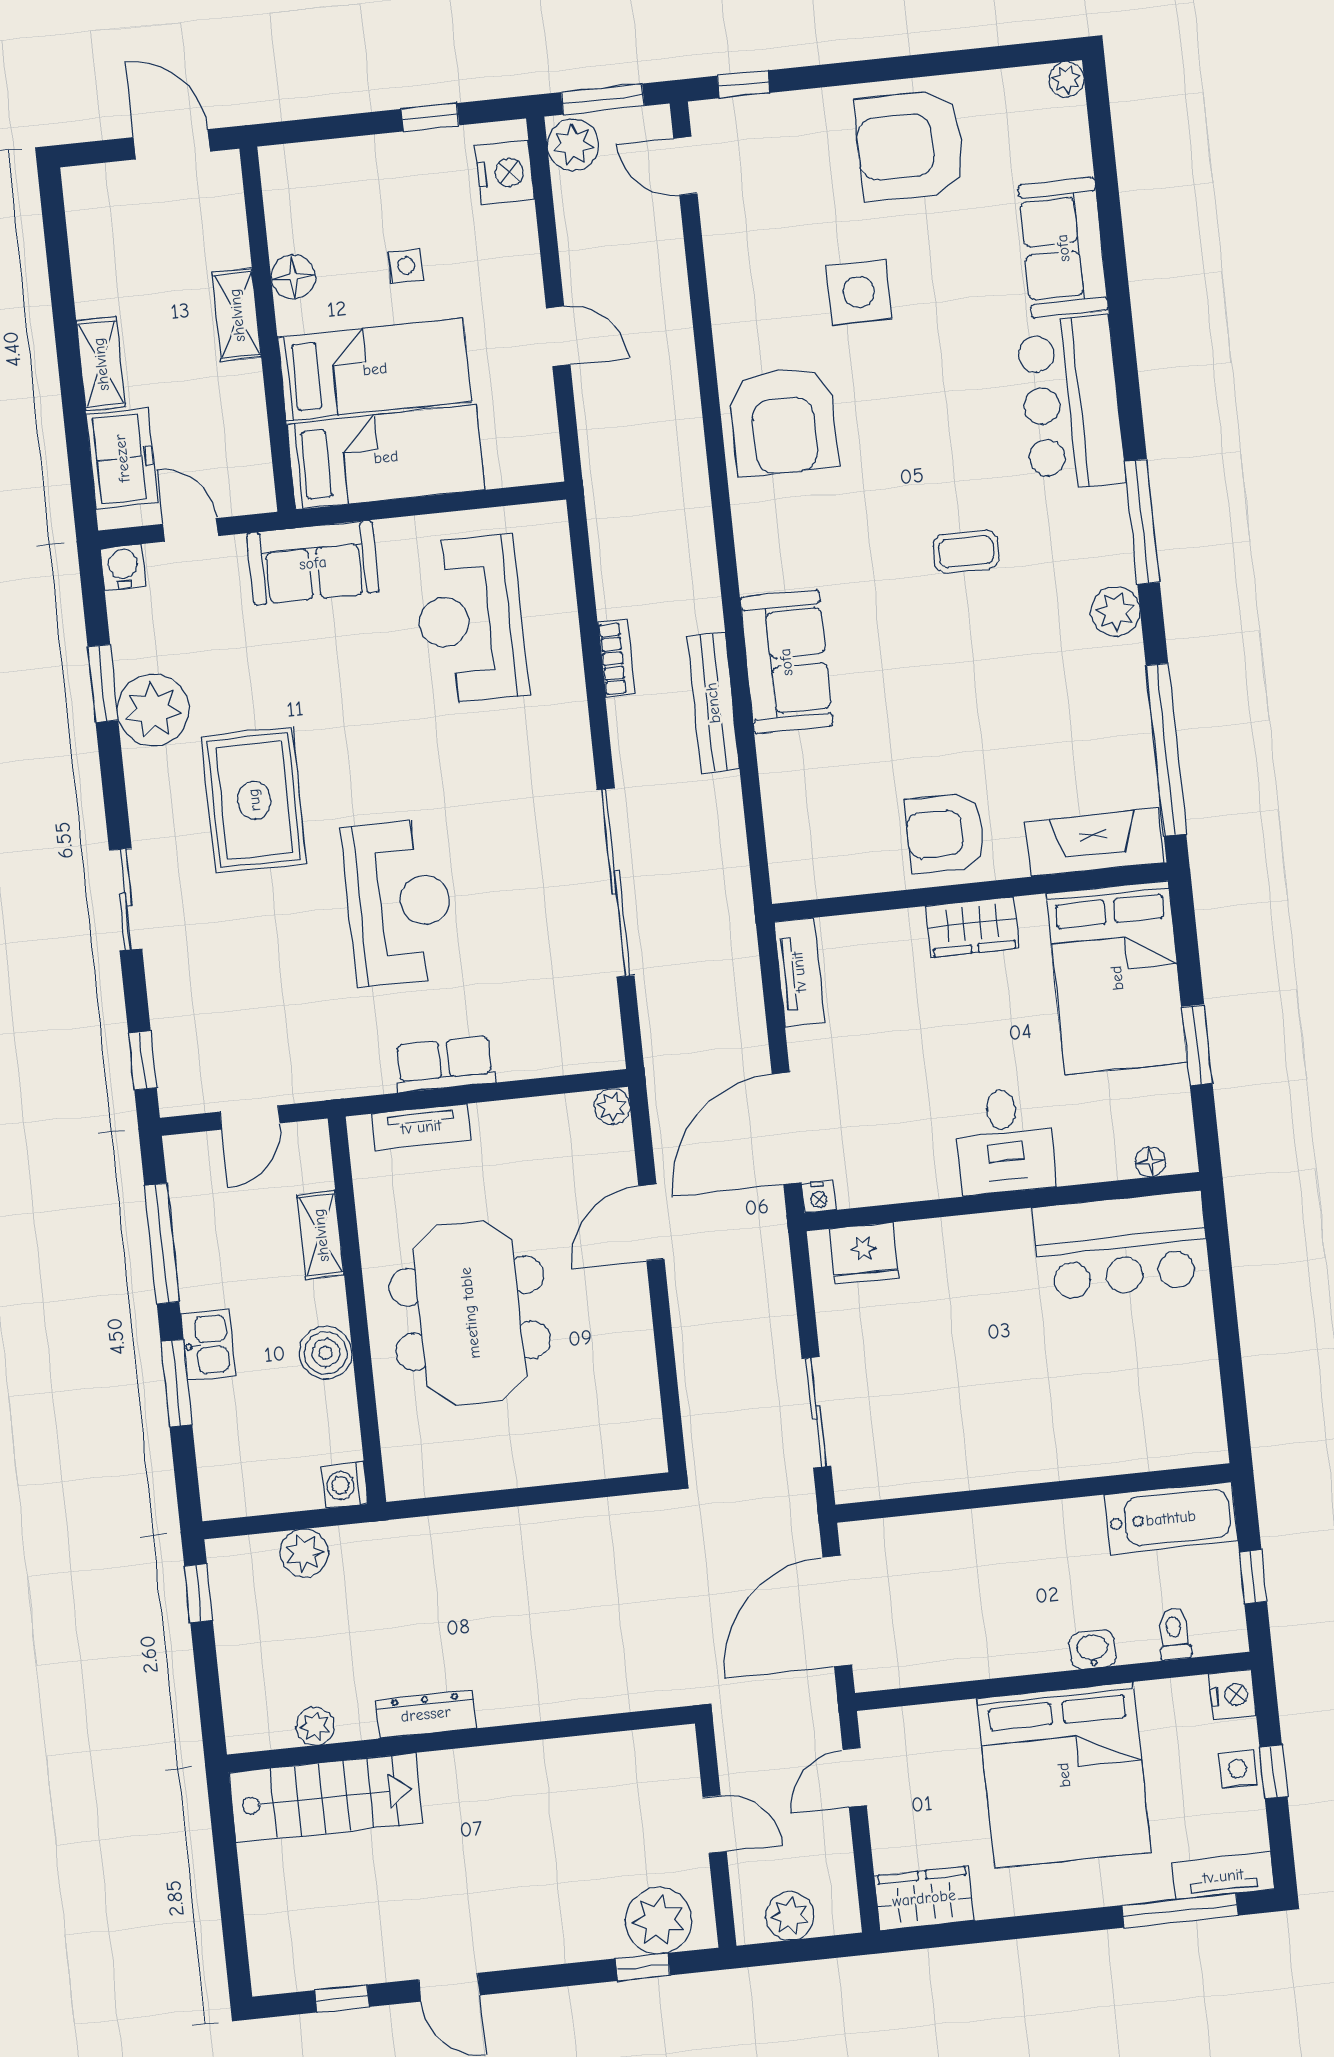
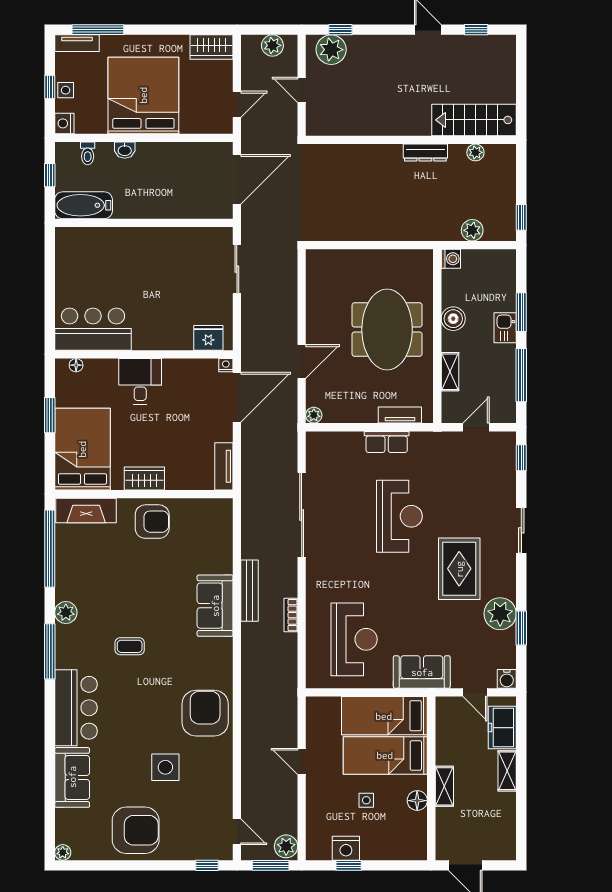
nightstand: (505, 173) -> (346, 848), moved, turned -90
reception desk: (399, 903) -> (399, 516), turned 180

